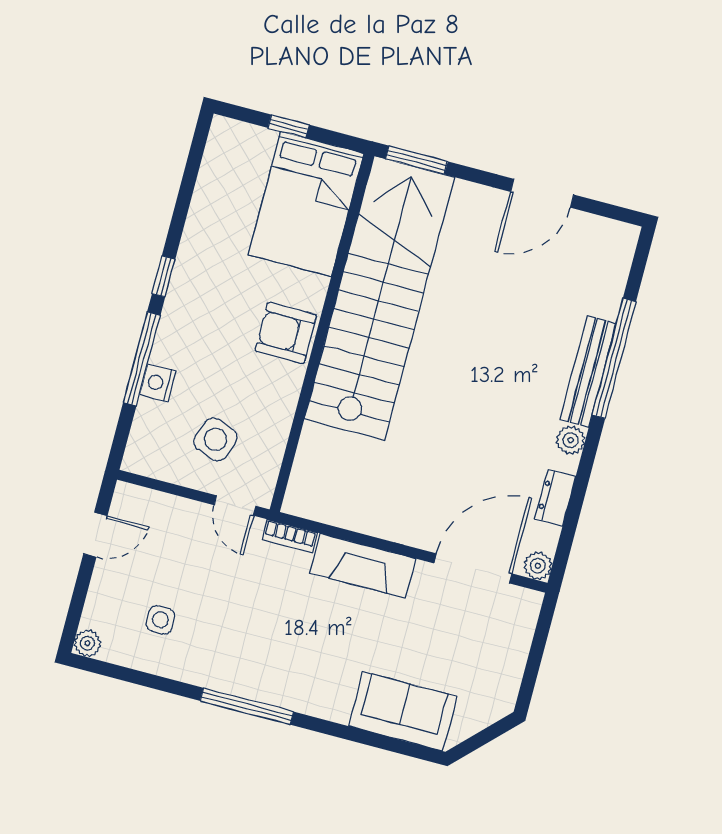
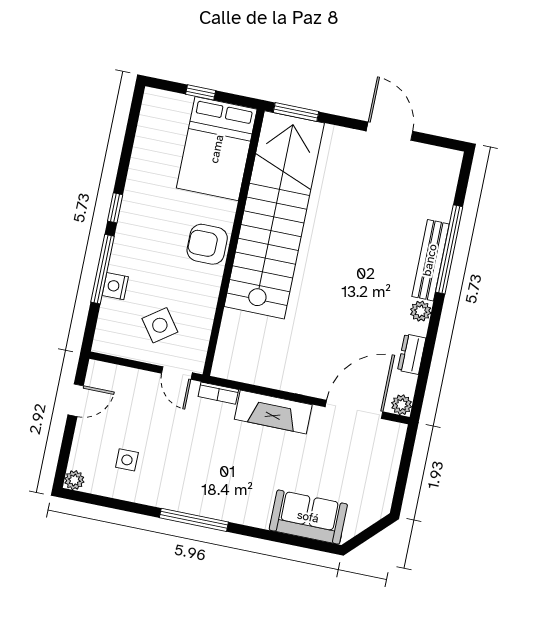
door: (542, 193) -> (390, 131), swing flipped
side table: (215, 439) -> (160, 325), turned 33

